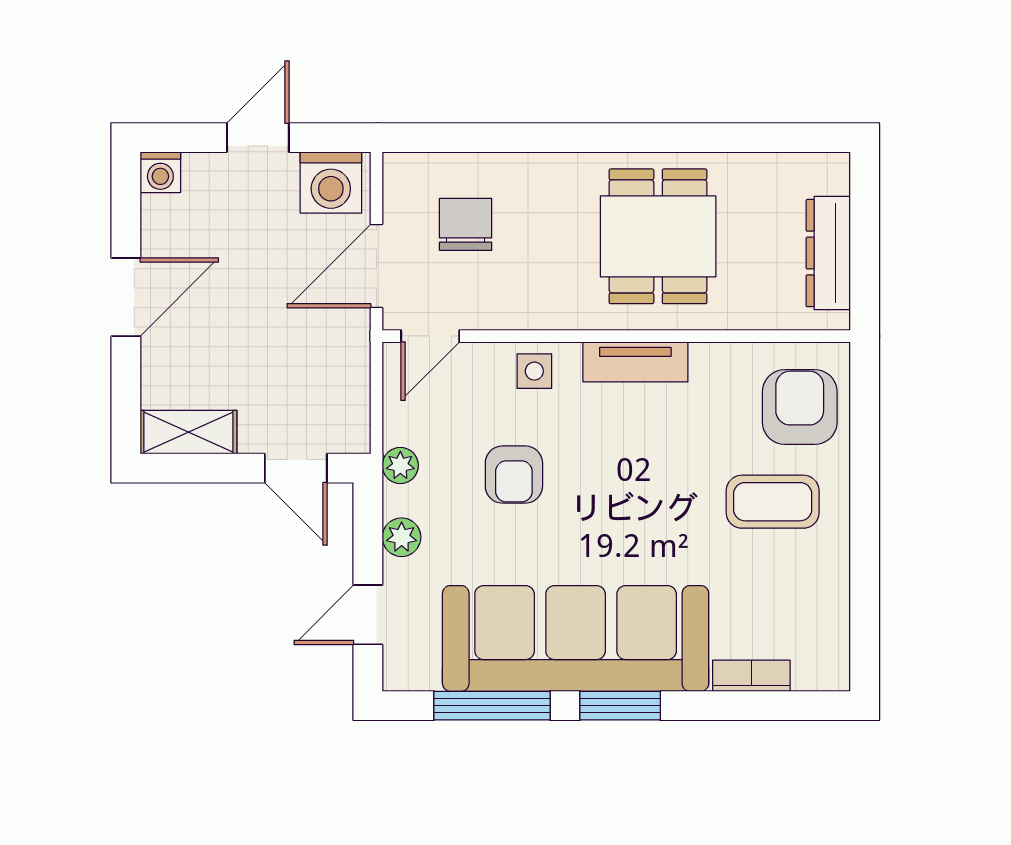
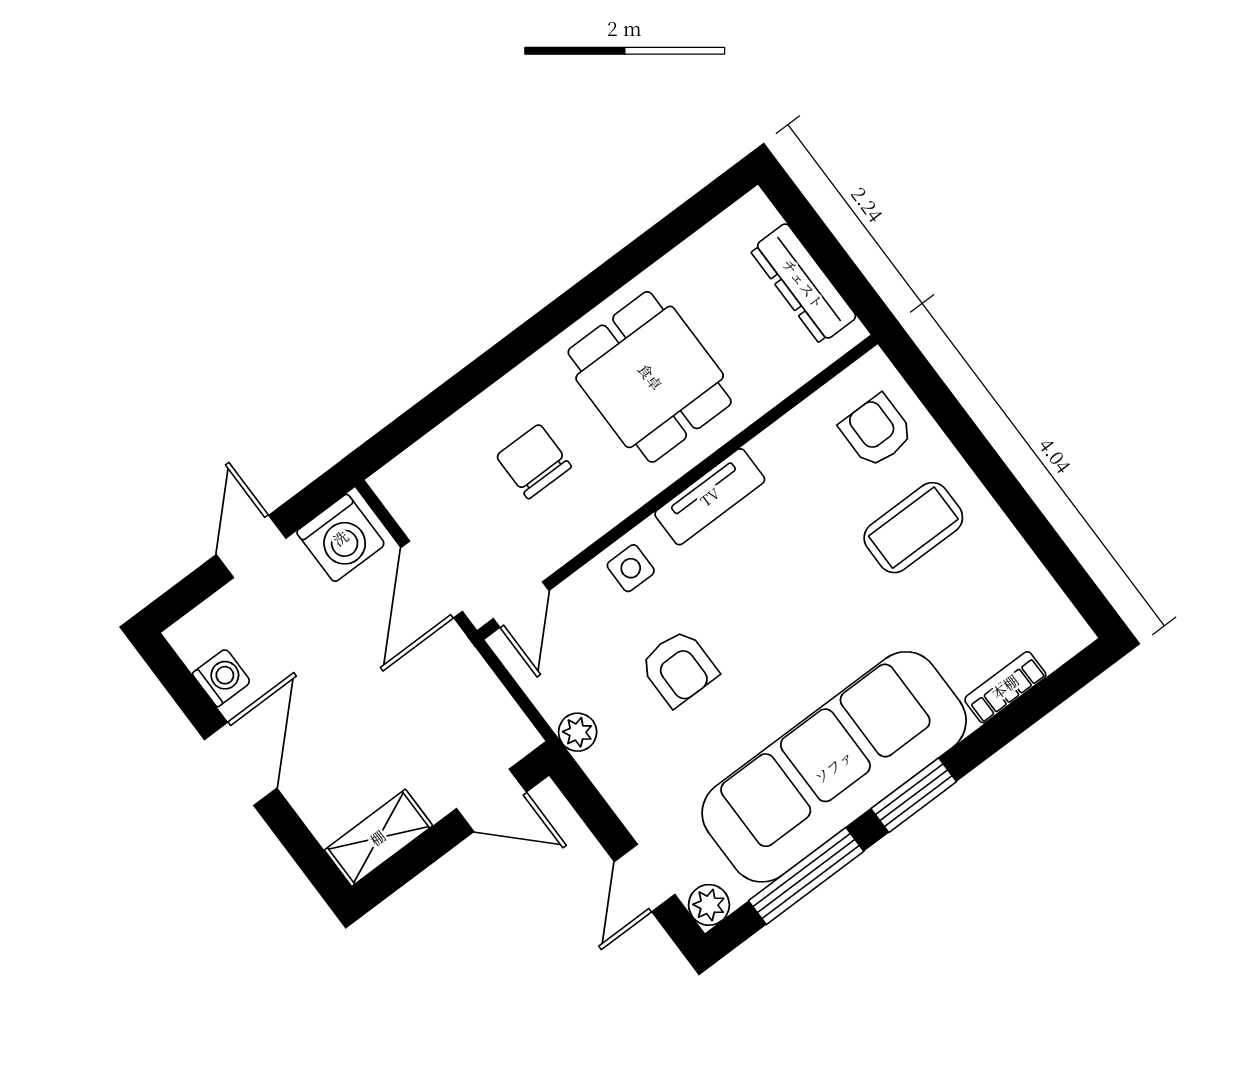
washing machine: (160, 172) -> (221, 678), moved, turned -90
chair: (466, 224) -> (534, 461), moved
armchair: (800, 407) -> (876, 431), width x0.72, depth x0.72
plant: (402, 537) -> (709, 905), moved

